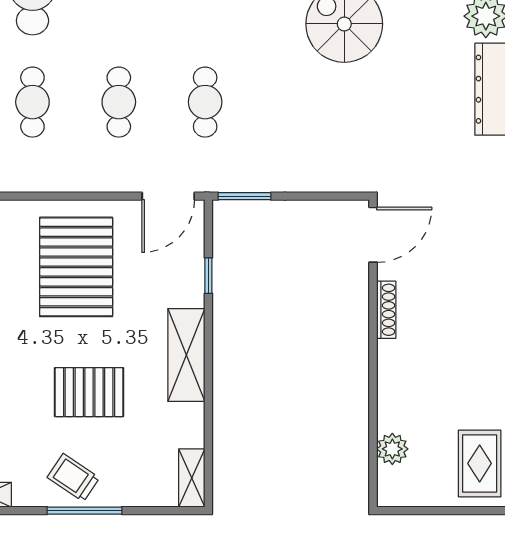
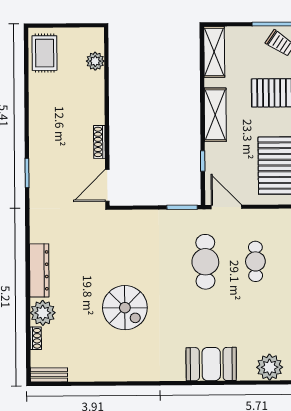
cafe table: (205, 102) -> (205, 262), width x1.37, depth x1.35
door: (168, 196) -> (226, 207), hinge flipped
shelving: (192, 478) -> (214, 52), width x1.50, depth x1.33

